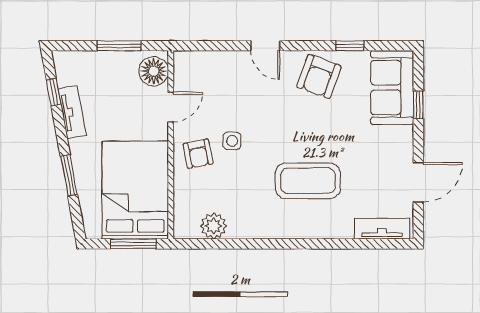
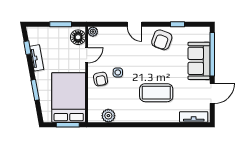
plant: (183, 60) -> (93, 32), added
sofa: (392, 87) -> (199, 61), moved
window: (418, 105) -> (212, 54), width x3.17

